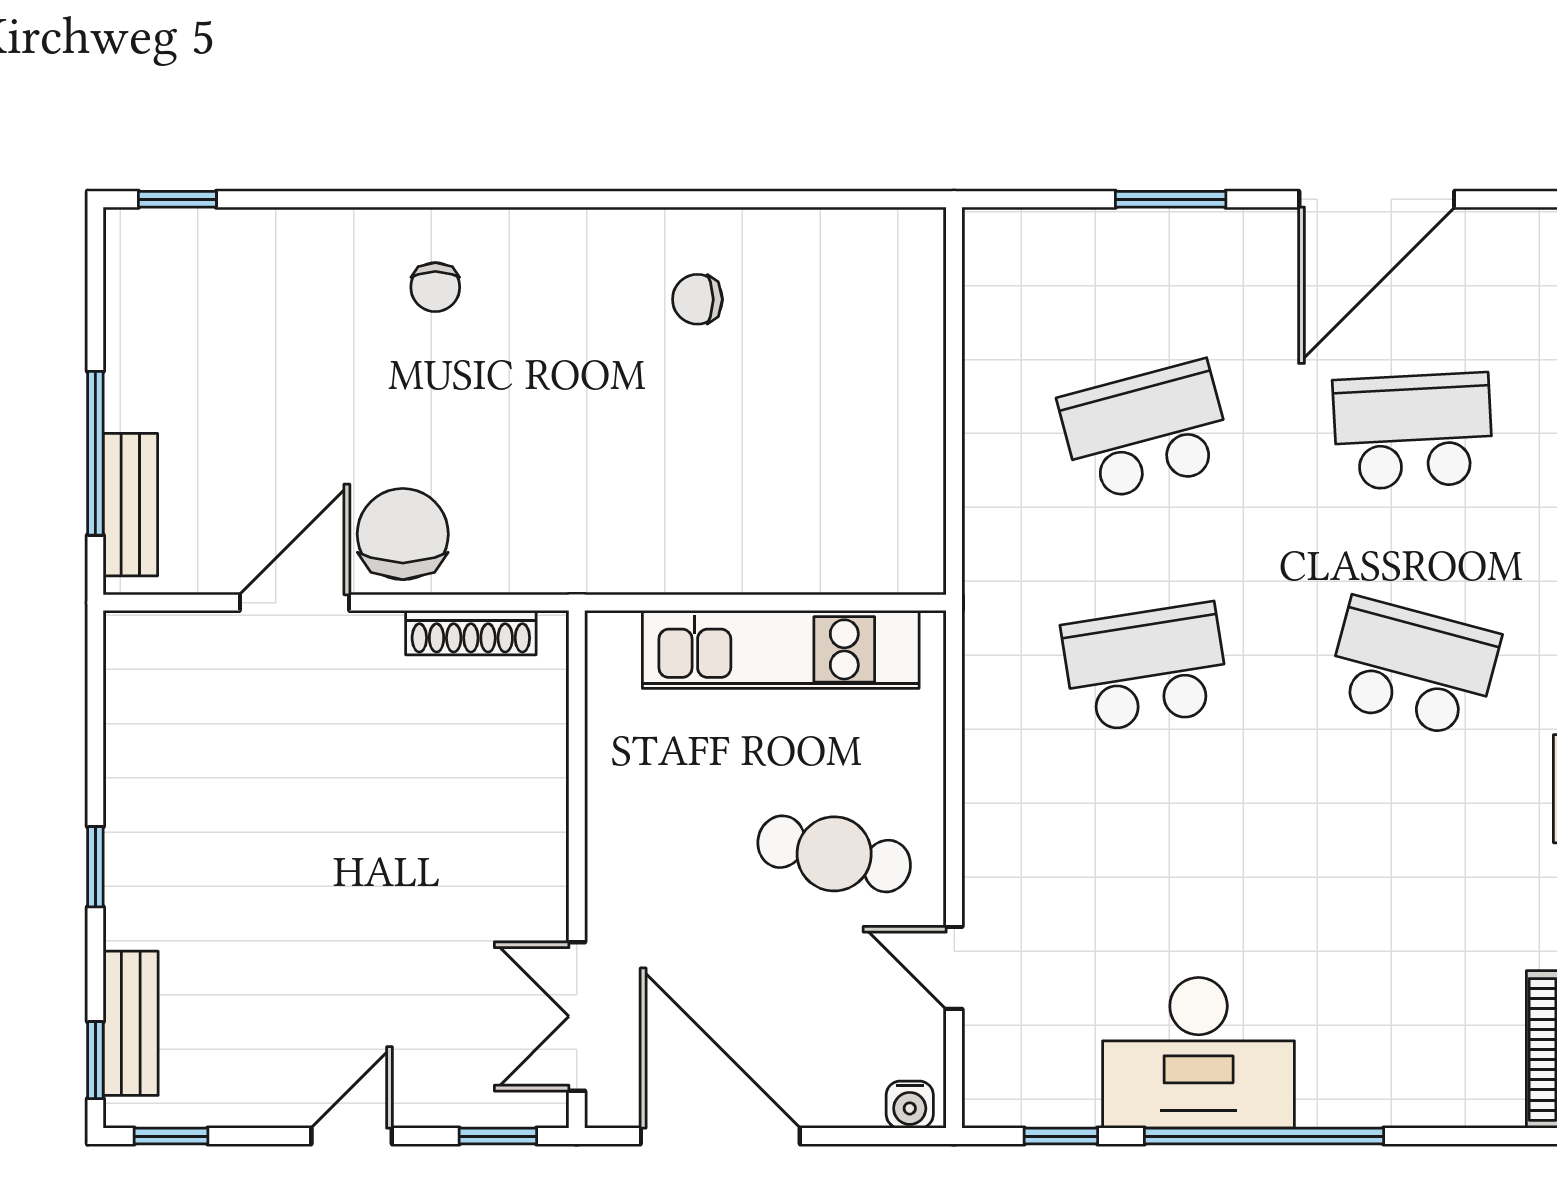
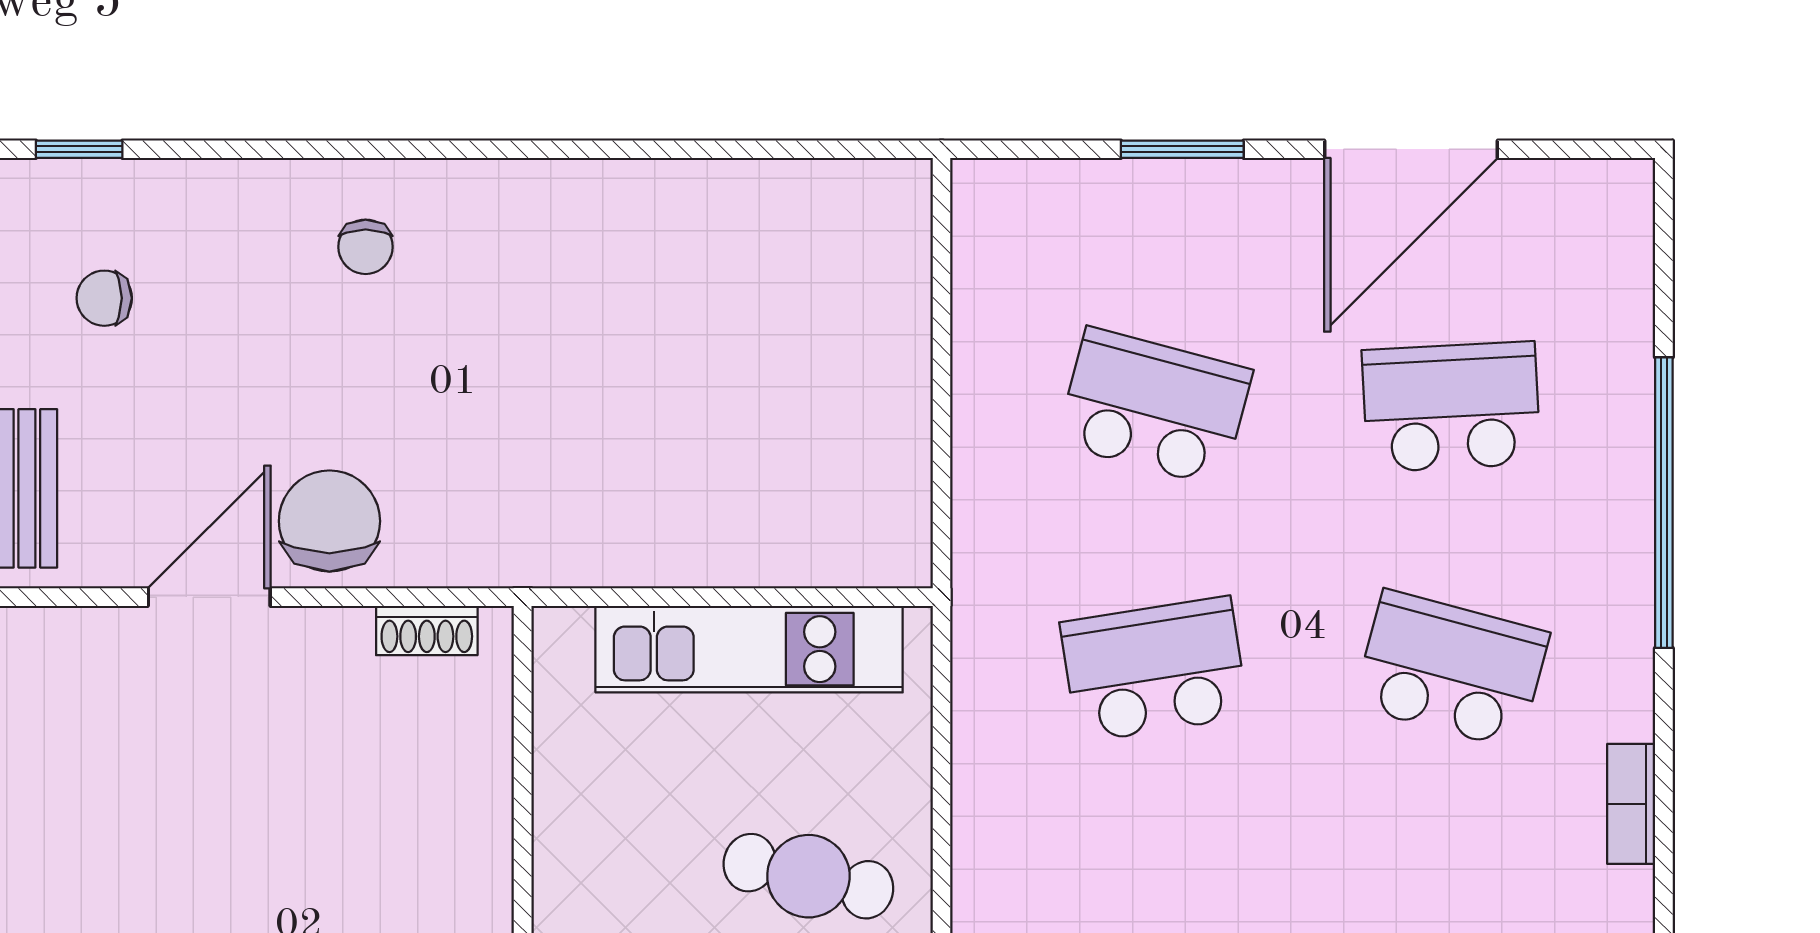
chair: (697, 299) -> (104, 298), moved
school desk: (1146, 431) -> (1154, 407), turned 30
shoe rack: (471, 633) -> (427, 630), width x0.70

